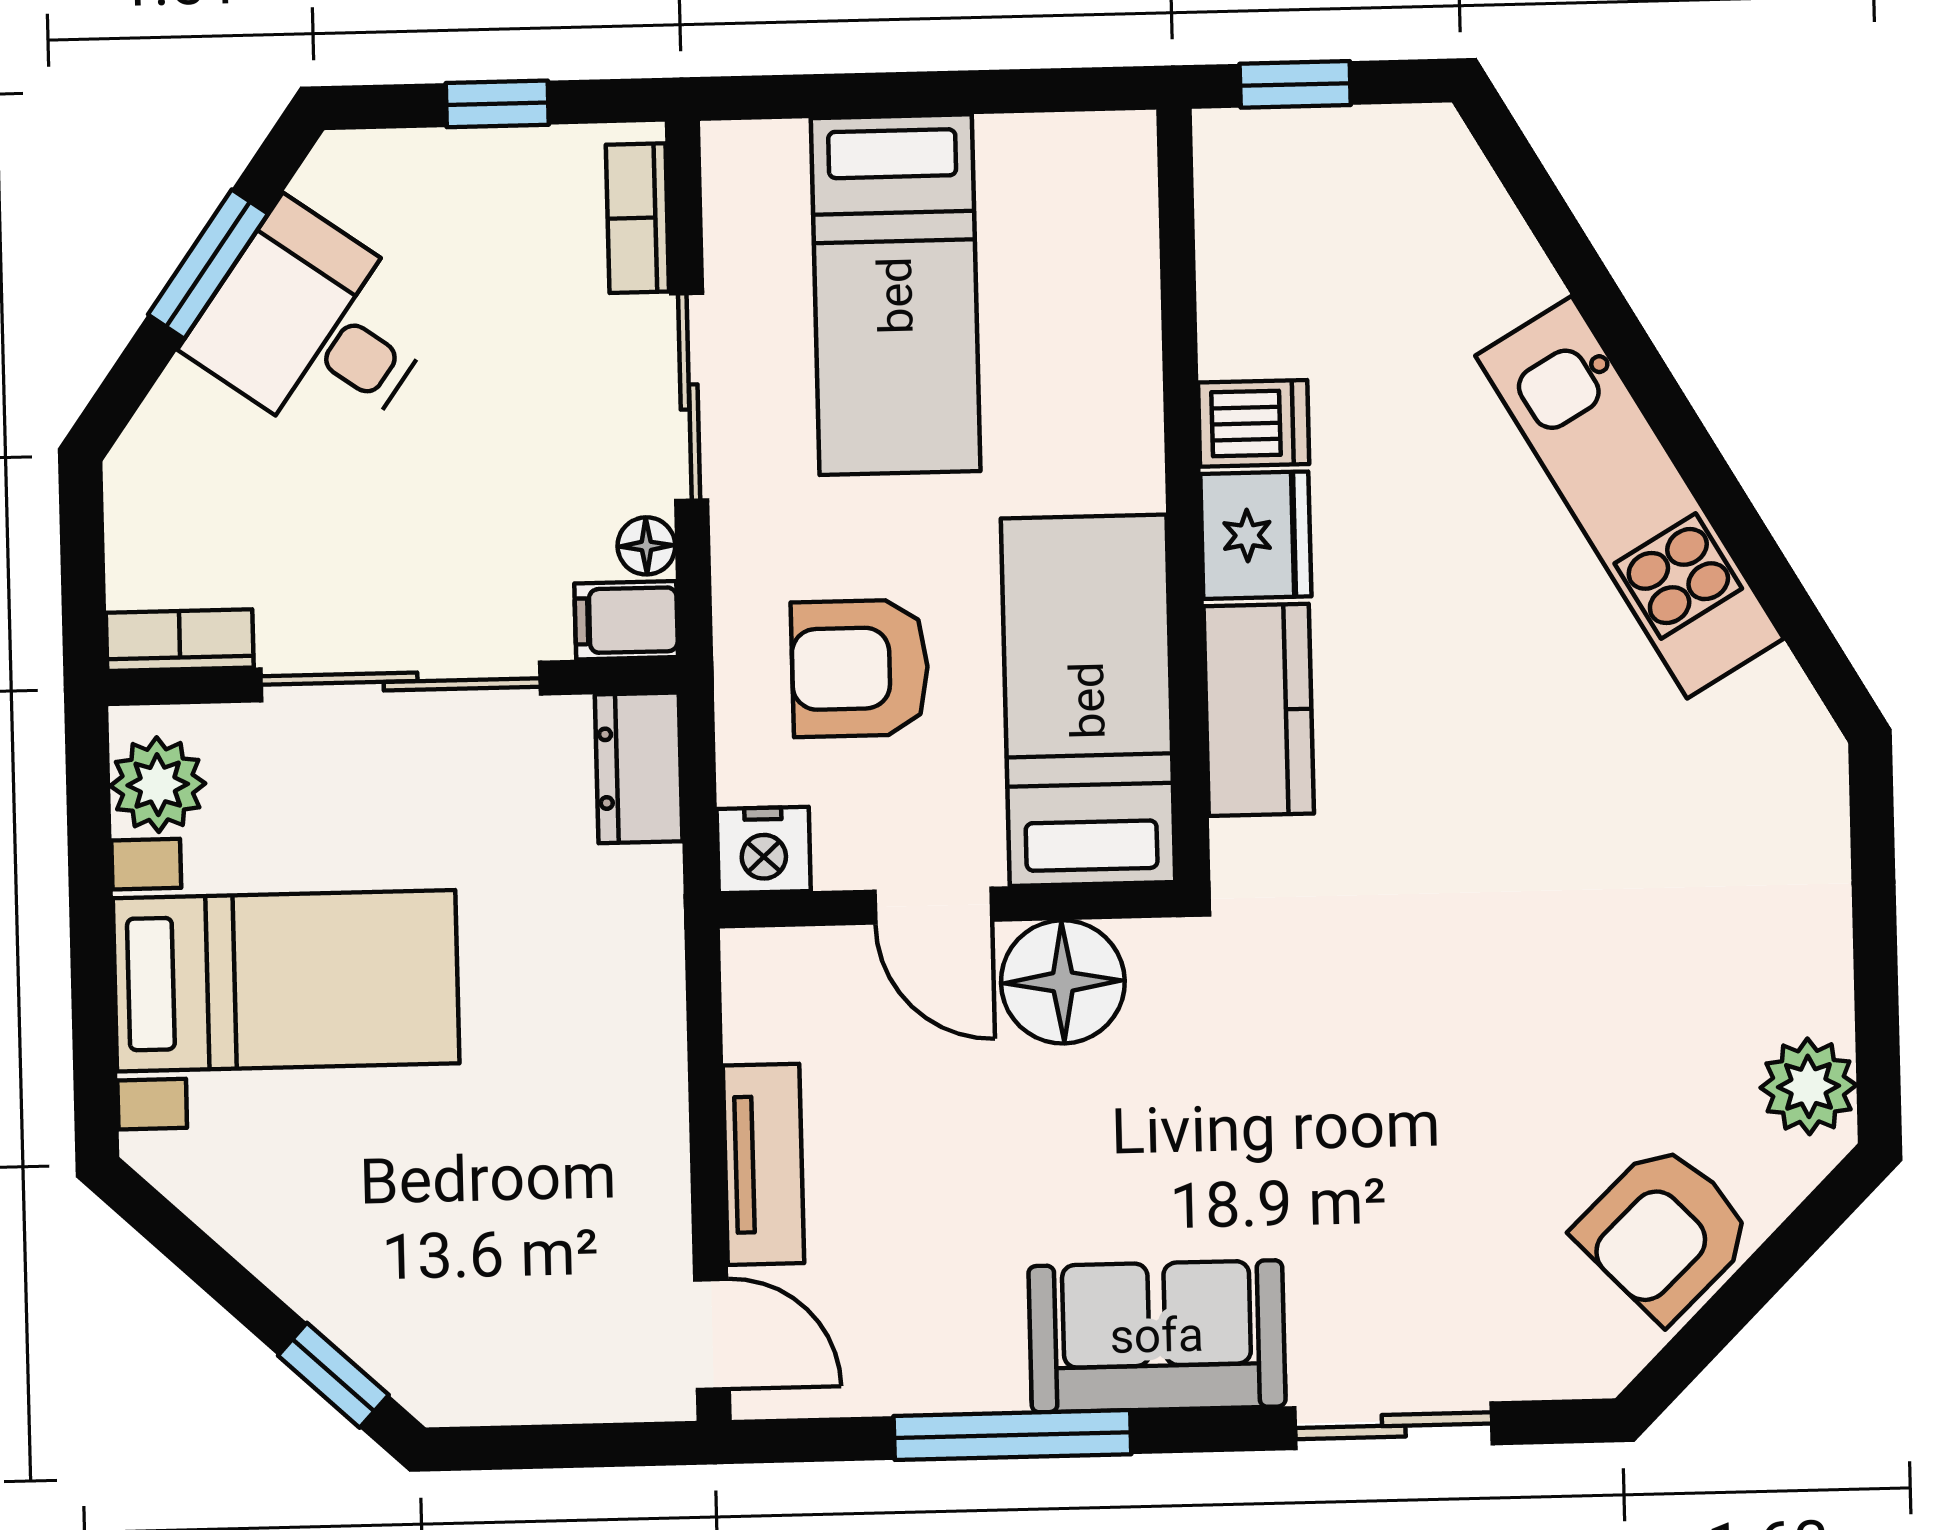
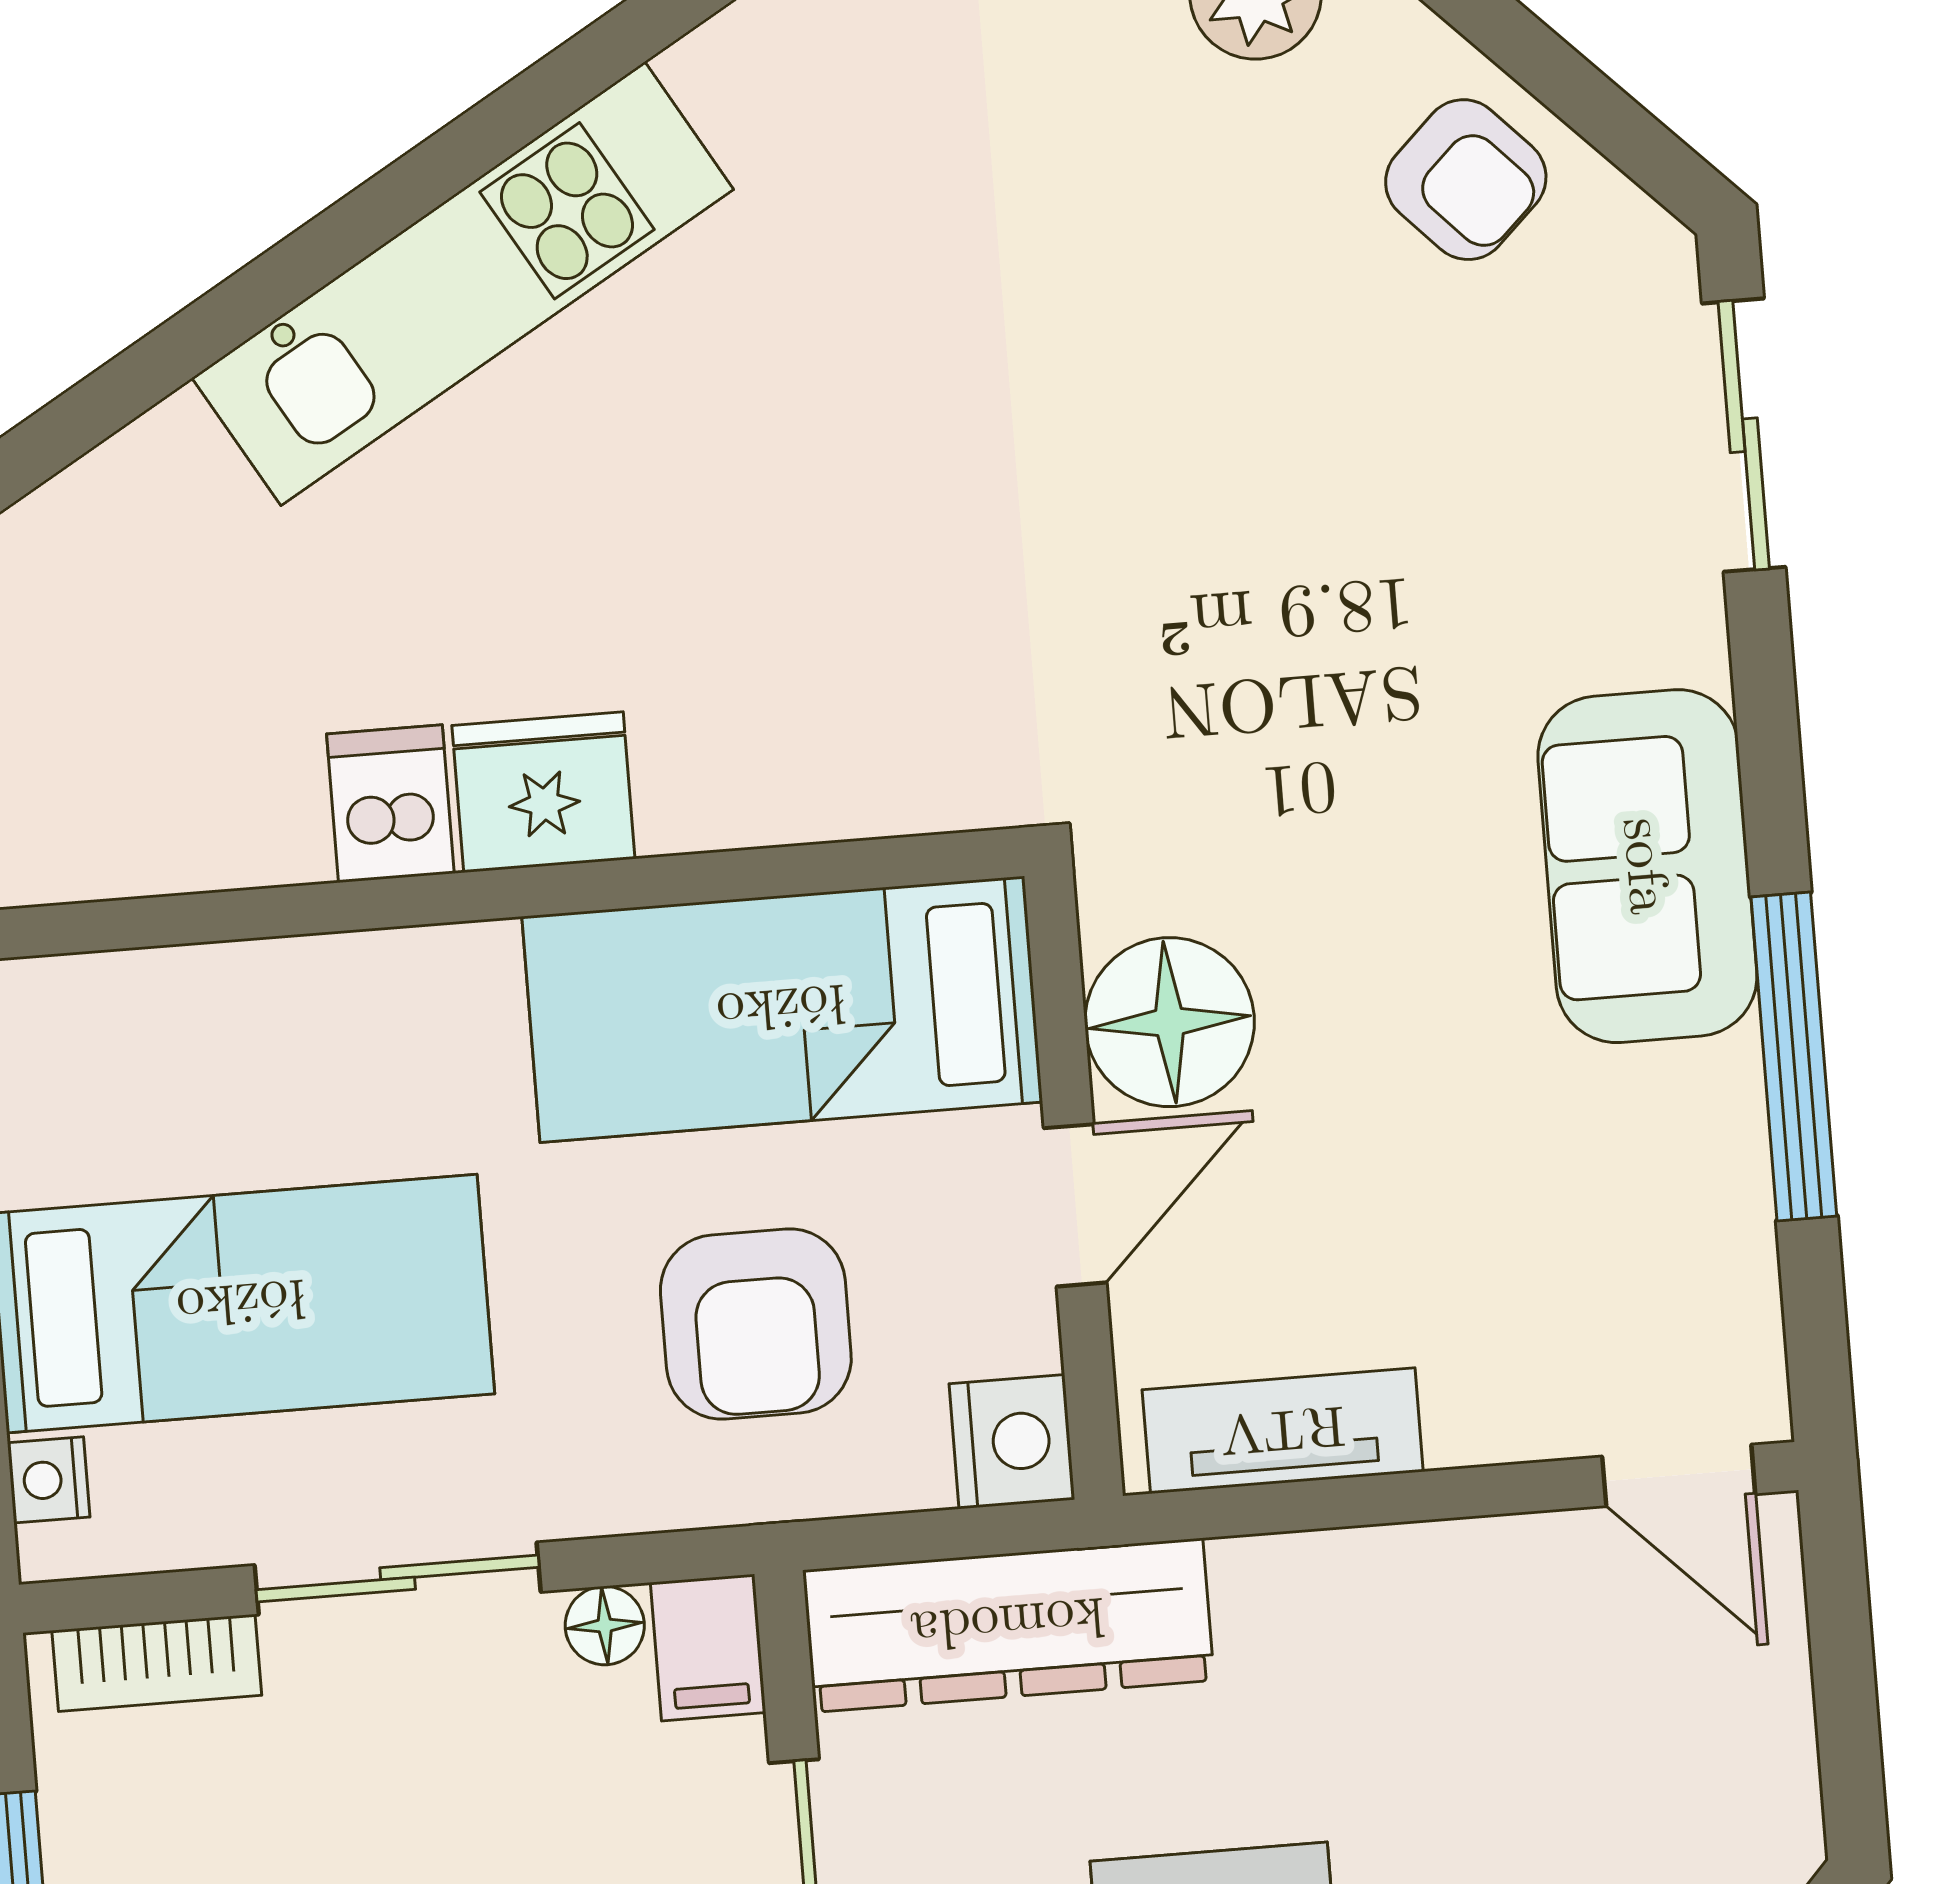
nightstand: (775, 147) -> (49, 1480), added
kitchen counter: (1259, 710) -> (782, 775), removed
dresser: (639, 768) -> (1008, 1625), width x1.96, depth x1.24
tv unit: (764, 1164) -> (1283, 1431), moved
armchair: (1664, 1232) -> (1466, 180), width x0.72, depth x0.72
door: (712, 1334) -> (1679, 1475), swing flipped
sliding door: (1394, 1426) -> (1744, 435), moved

